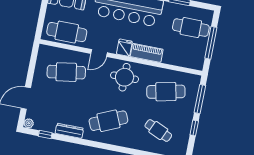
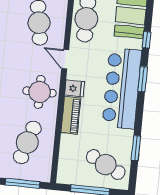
cafe table: (191, 28) -> (106, 165), turned -63
cafe table: (166, 92) -> (27, 142), turned 30

